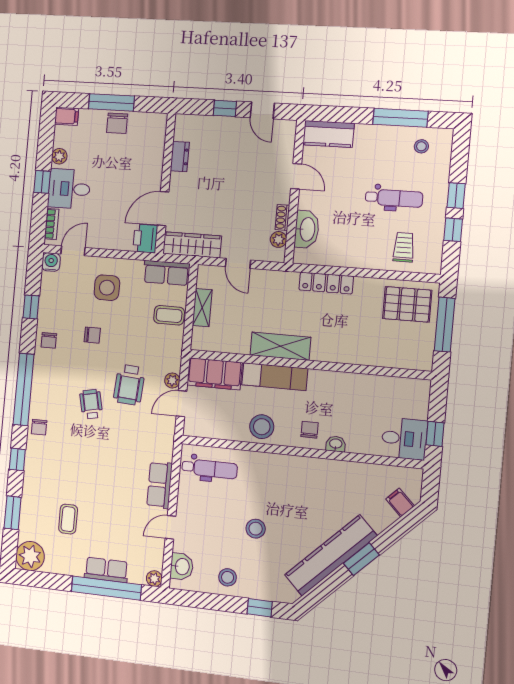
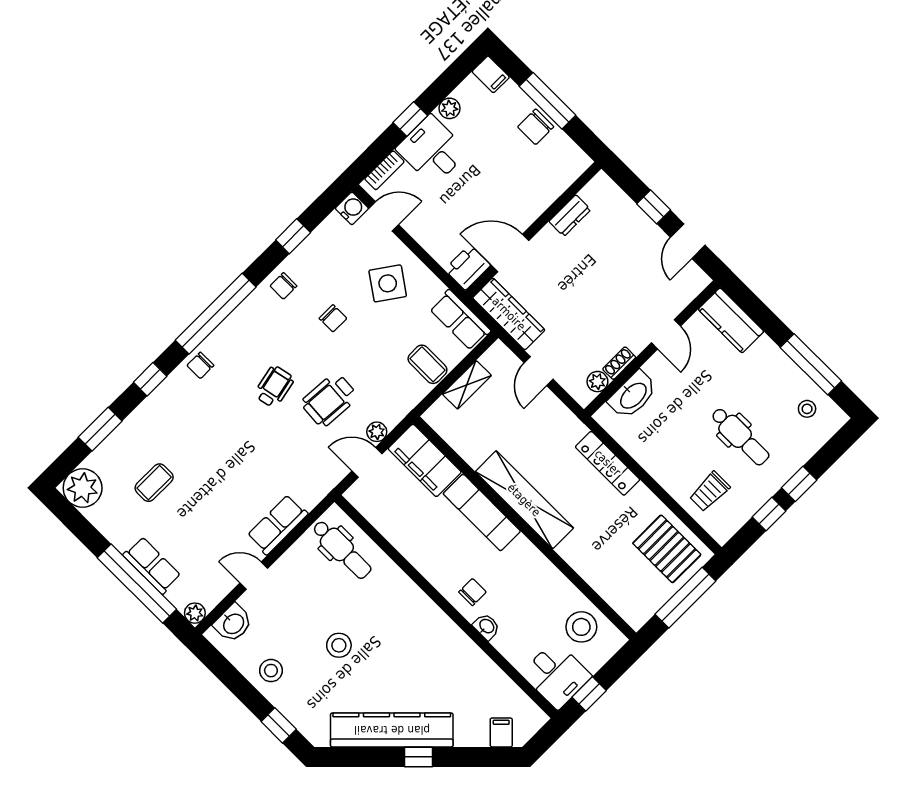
trolley: (404, 247) -> (710, 491), turned 180
side table: (107, 288) -> (388, 283), turned 35
shelving: (280, 346) -> (524, 500), width x1.47
stool: (262, 427) -> (581, 627), moved
window: (361, 559) -> (419, 757), width x0.67

